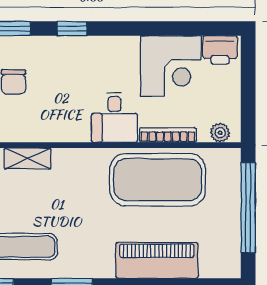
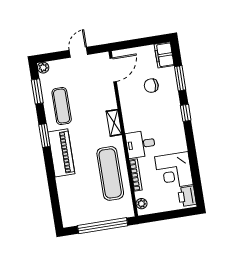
shelving: (27, 158) -> (114, 123), moved
exercise mat: (158, 180) -> (110, 173), width x0.68
piano: (157, 261) -> (61, 153), moved

